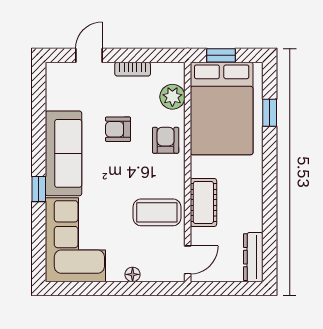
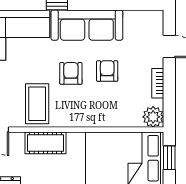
plant: (172, 97) -> (153, 117), moved
armchair: (166, 140) -> (71, 73), moved, turned -90

